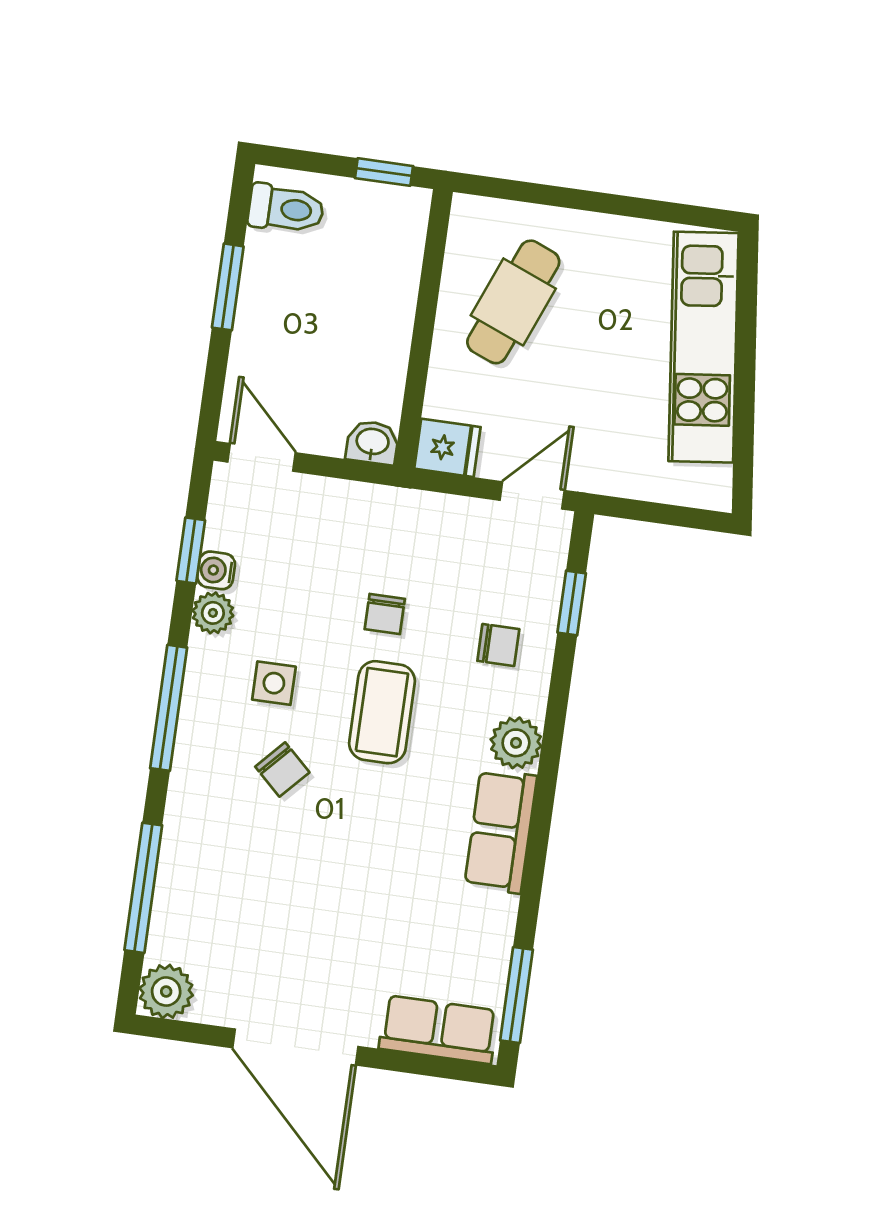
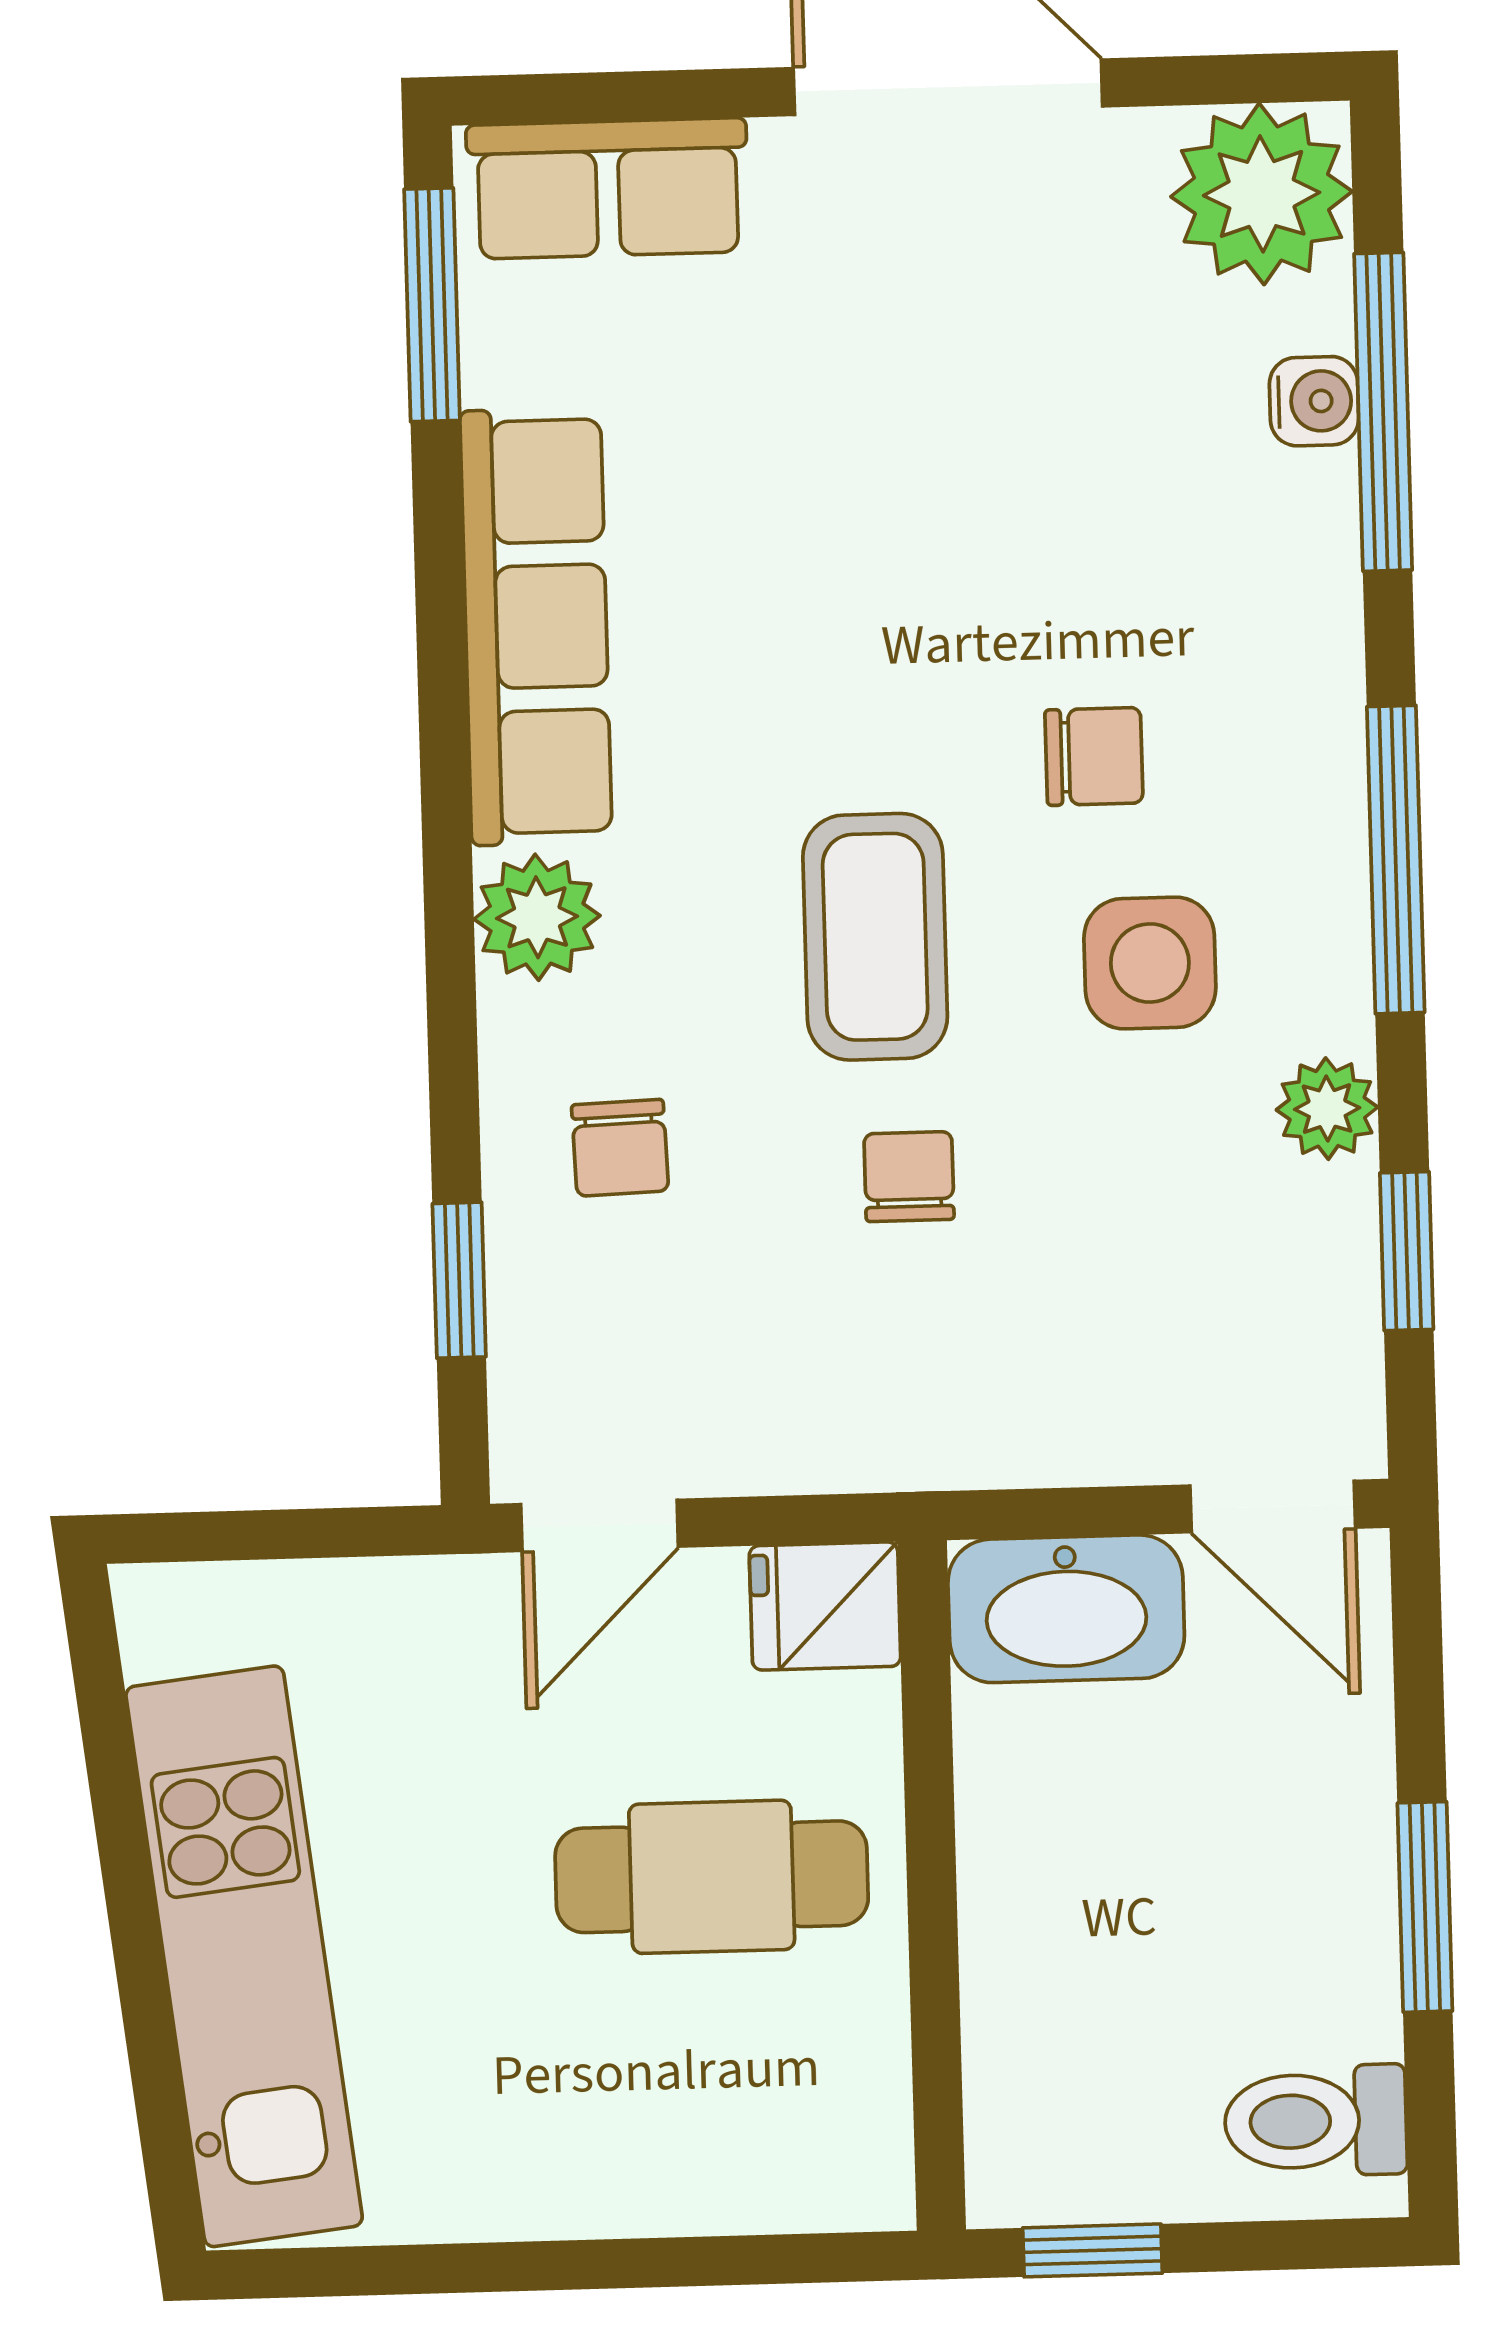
cafe table: (513, 302) -> (712, 1877), moved, turned 68
washbasin: (372, 443) -> (1066, 1609), width x1.91, depth x1.45
water cooler: (216, 570) -> (1314, 401), moved
chair: (498, 645) -> (620, 1148), turned -92
side table: (274, 683) -> (1150, 963), width x1.37, depth x1.37
chair: (282, 770) -> (1094, 756), turned 137
row of seats: (501, 831) -> (536, 627), width x1.48
plant: (166, 992) -> (1262, 194), width x1.36, depth x1.36

